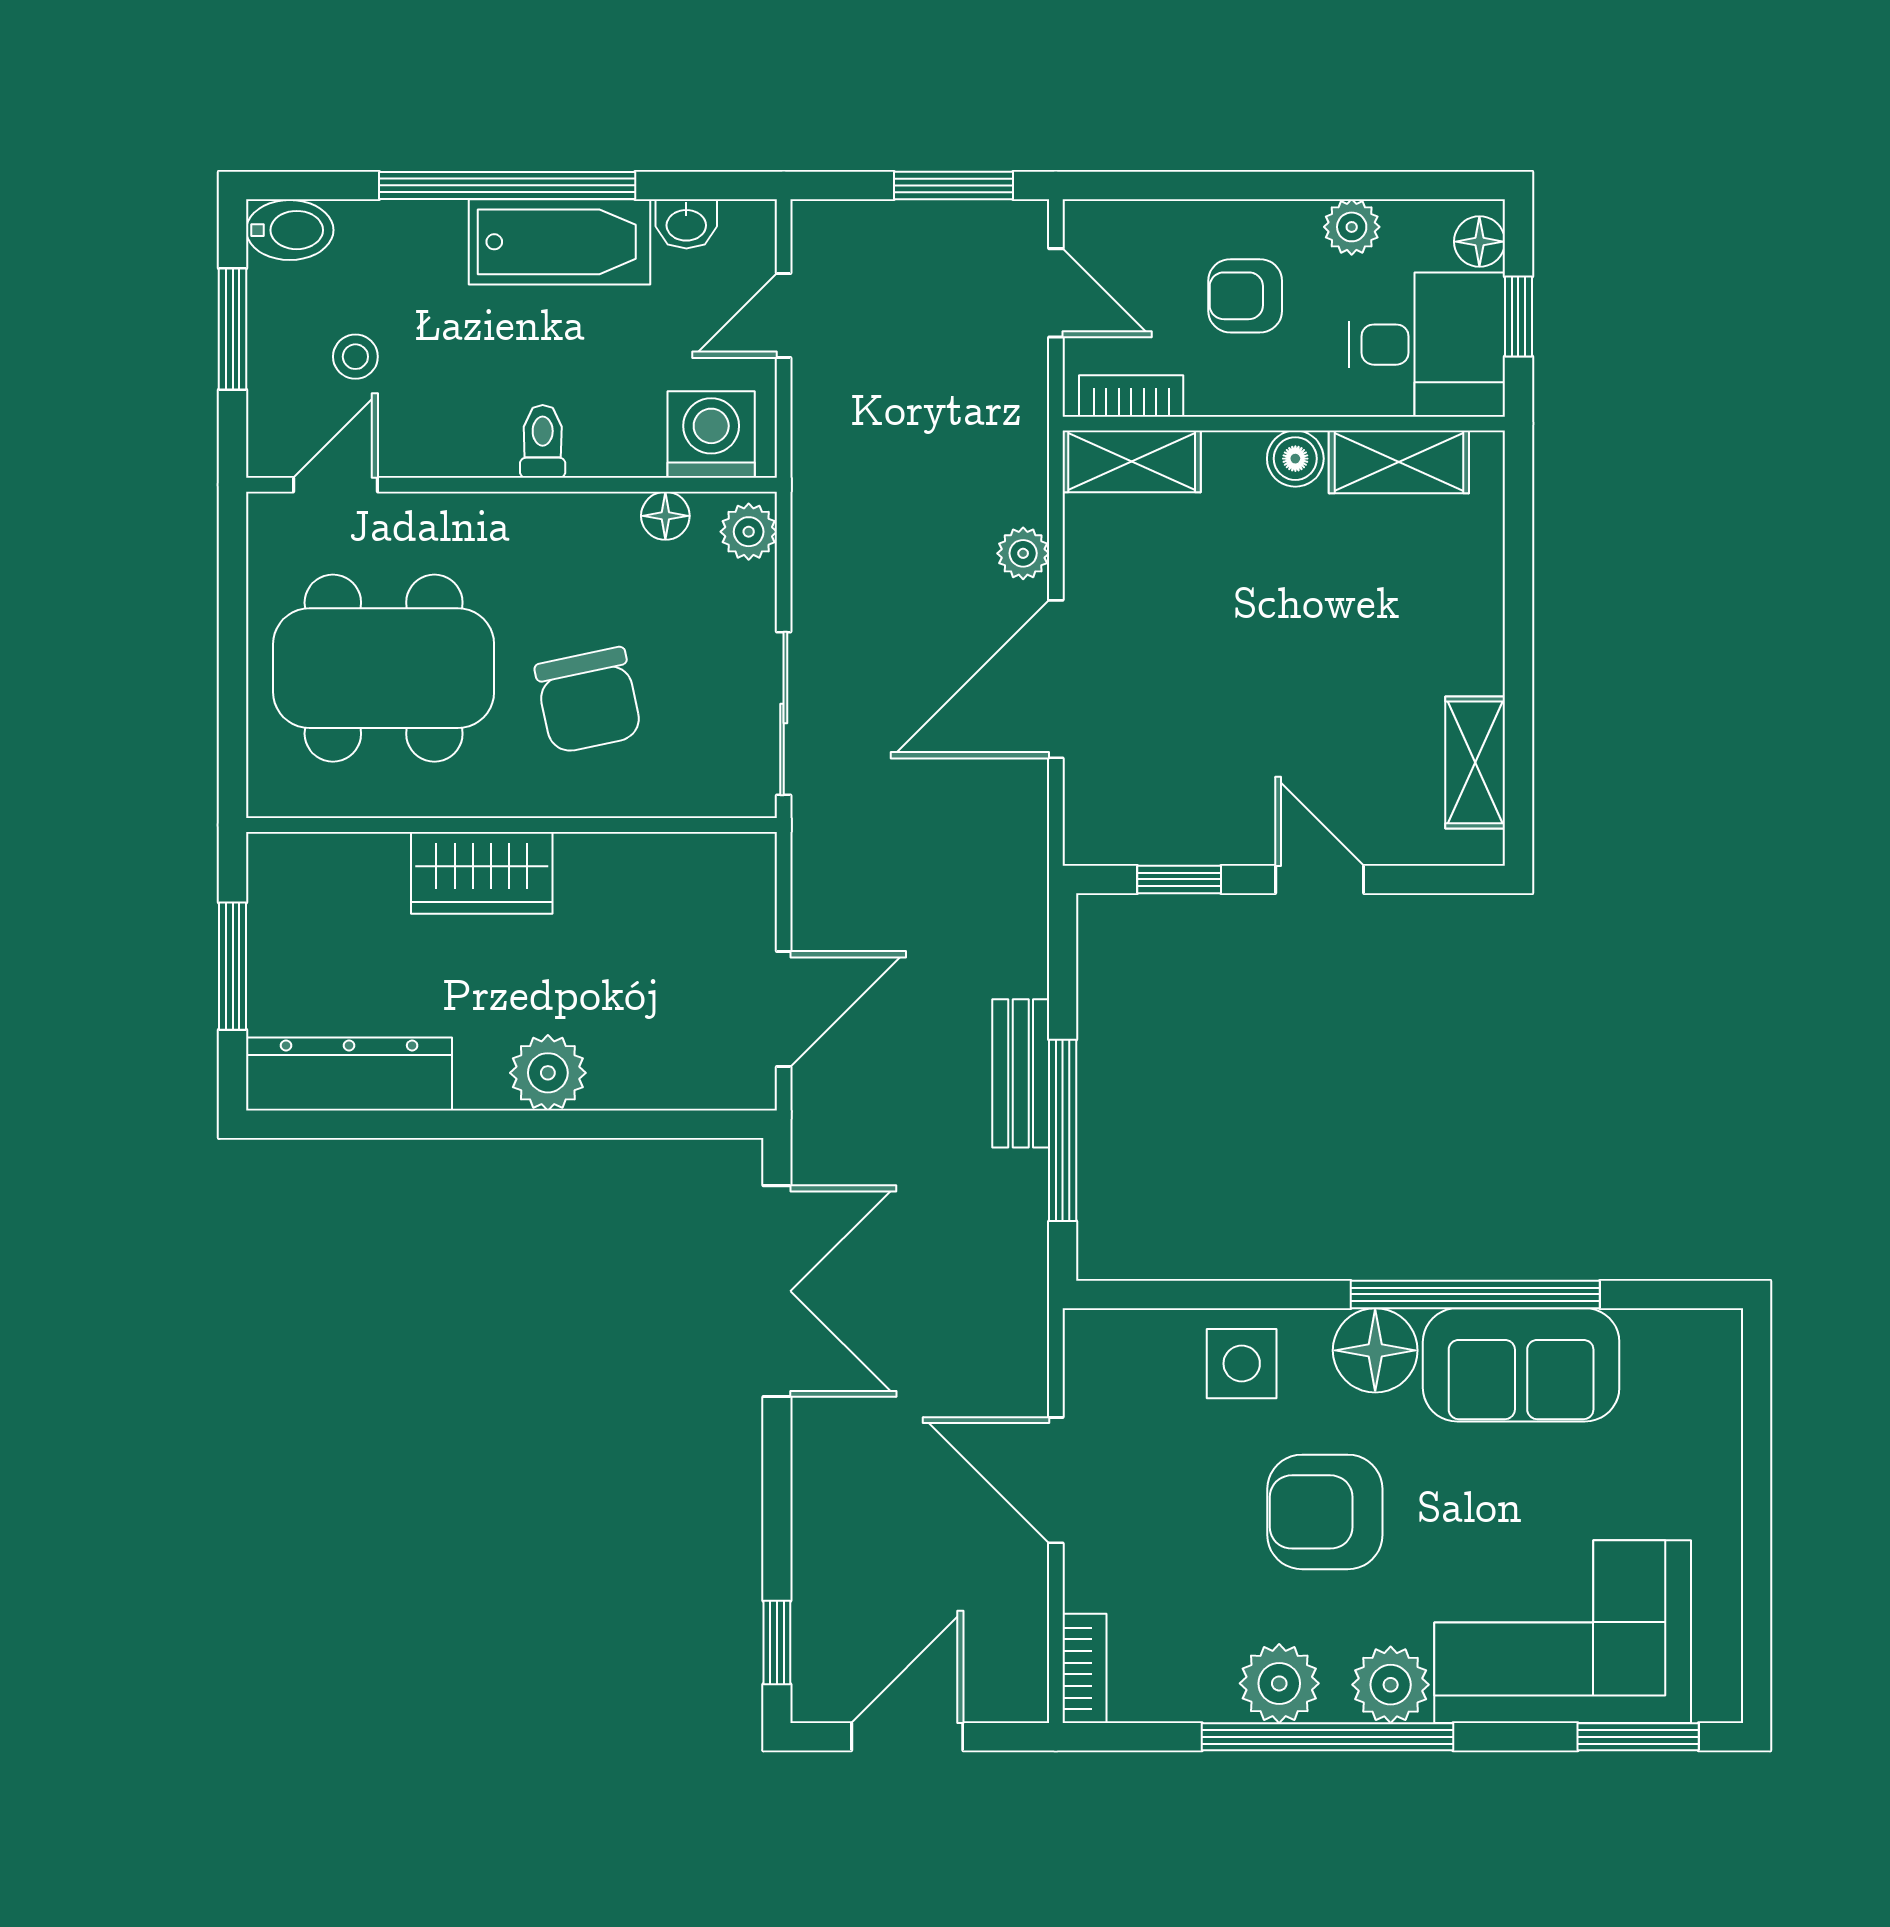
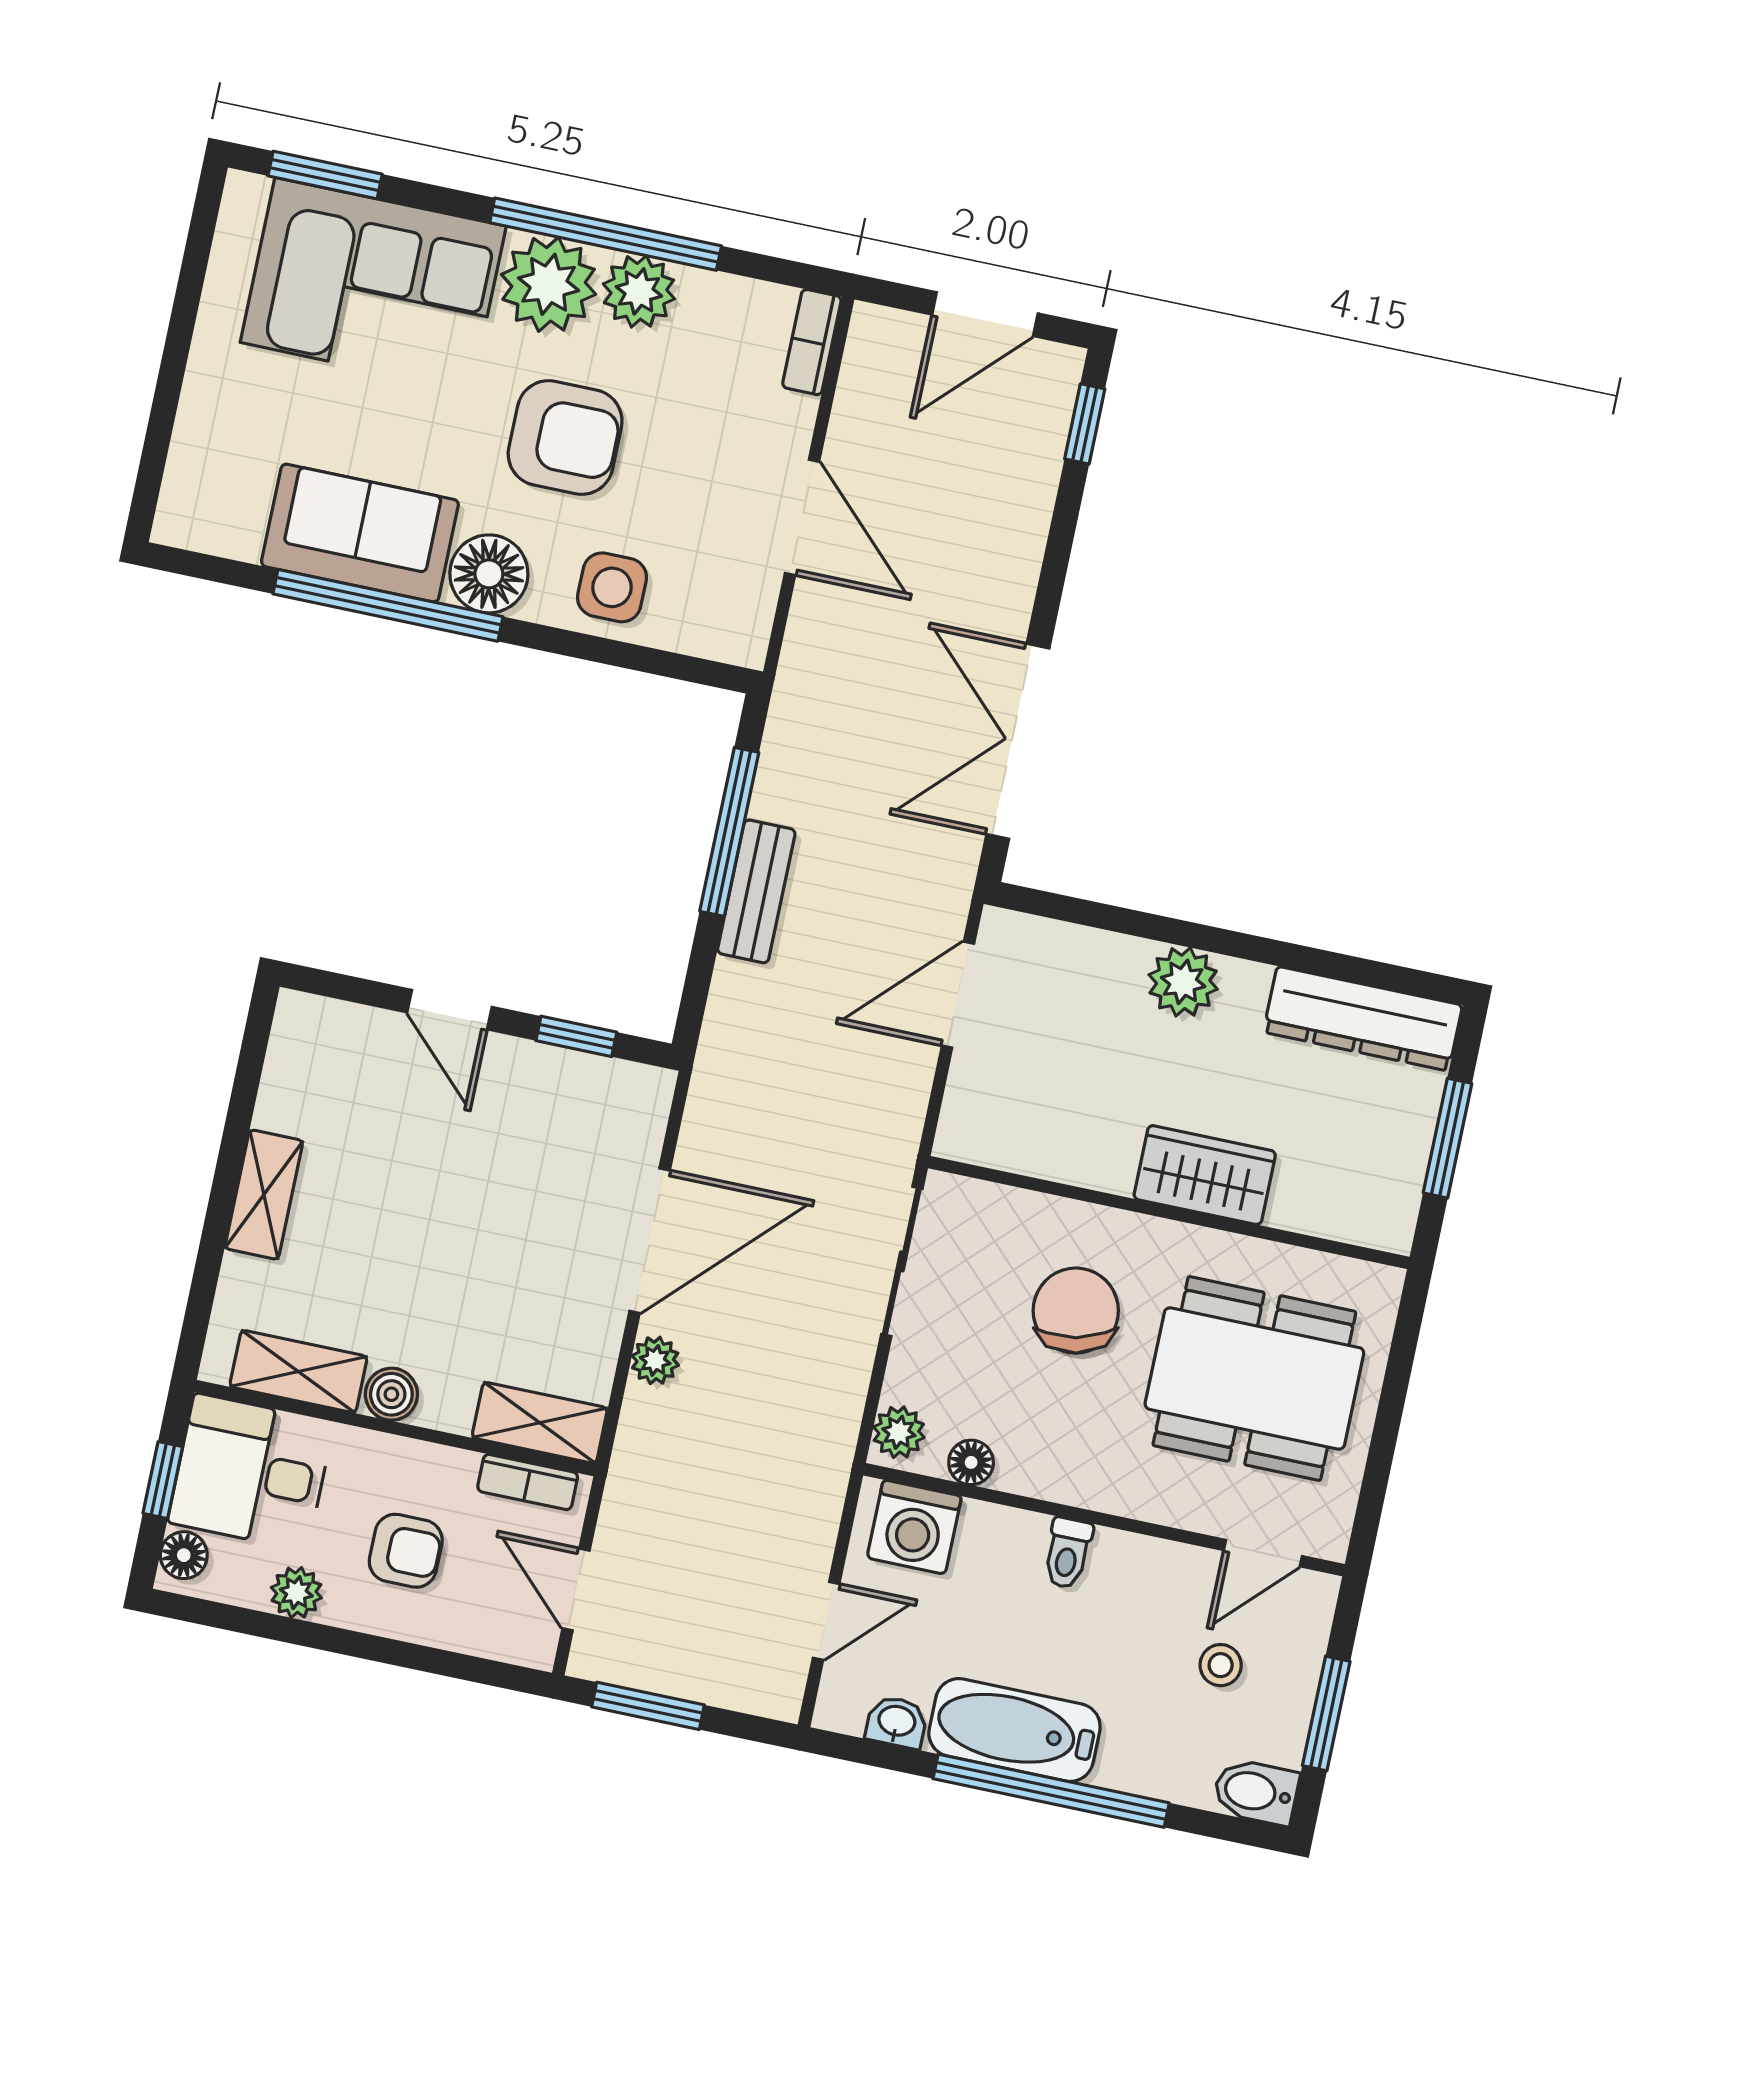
shelving: (1475, 762) -> (264, 1195), moved
plant: (1391, 1685) -> (549, 284), width x1.36, depth x1.36

